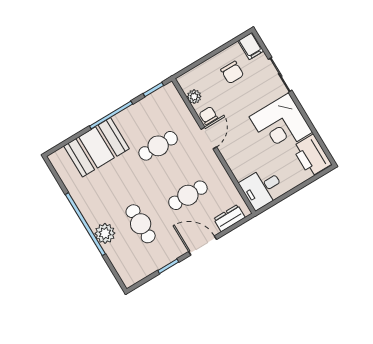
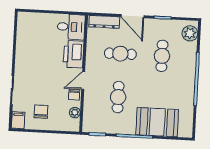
corner desk: (281, 124) -> (33, 59), removed
cafe table: (158, 146) -> (118, 97), turned 90
printer: (312, 156) -> (74, 54), moved, turned 180
dresser: (229, 218) -> (104, 22), width x1.44
plant: (105, 233) -> (190, 33), moved

